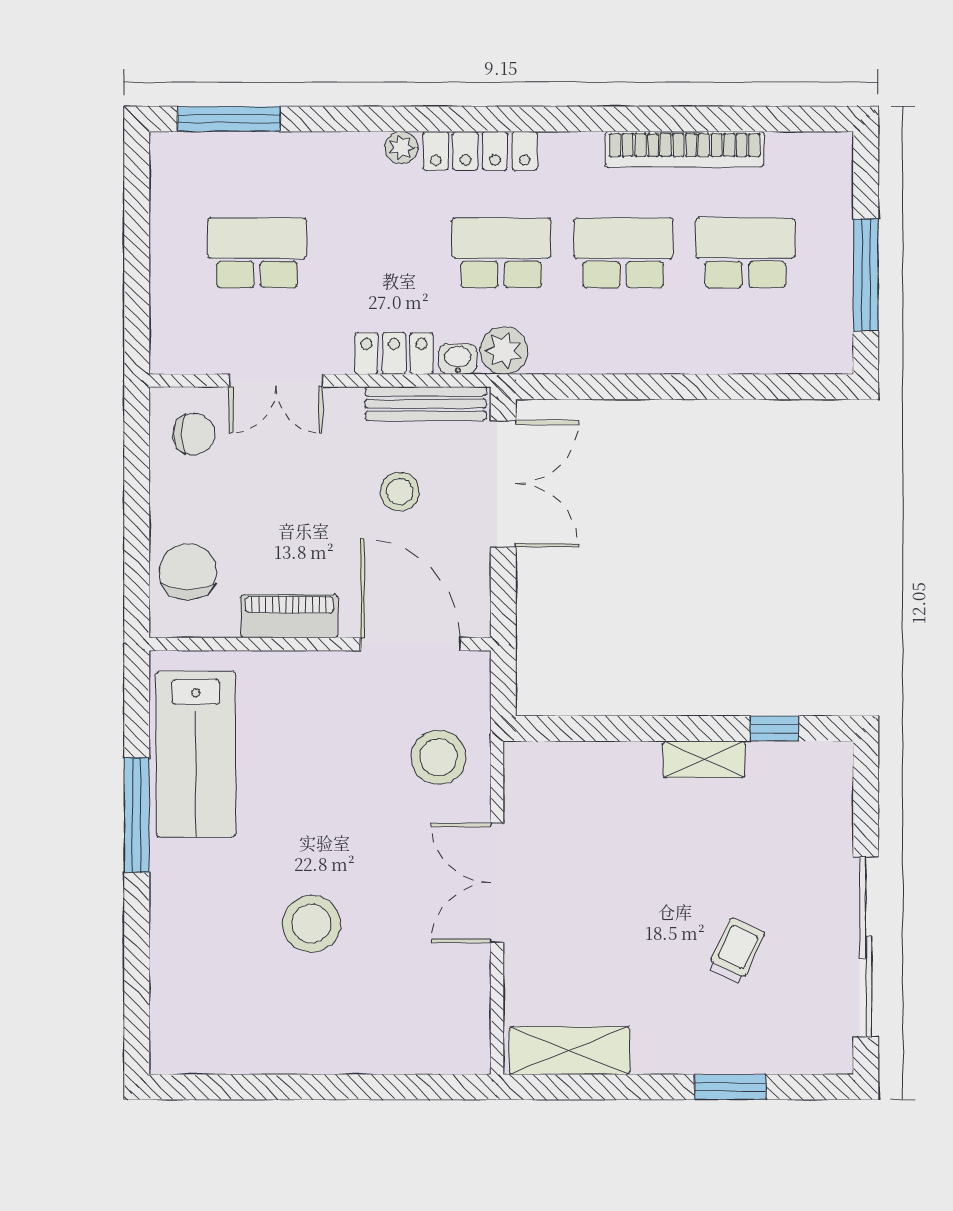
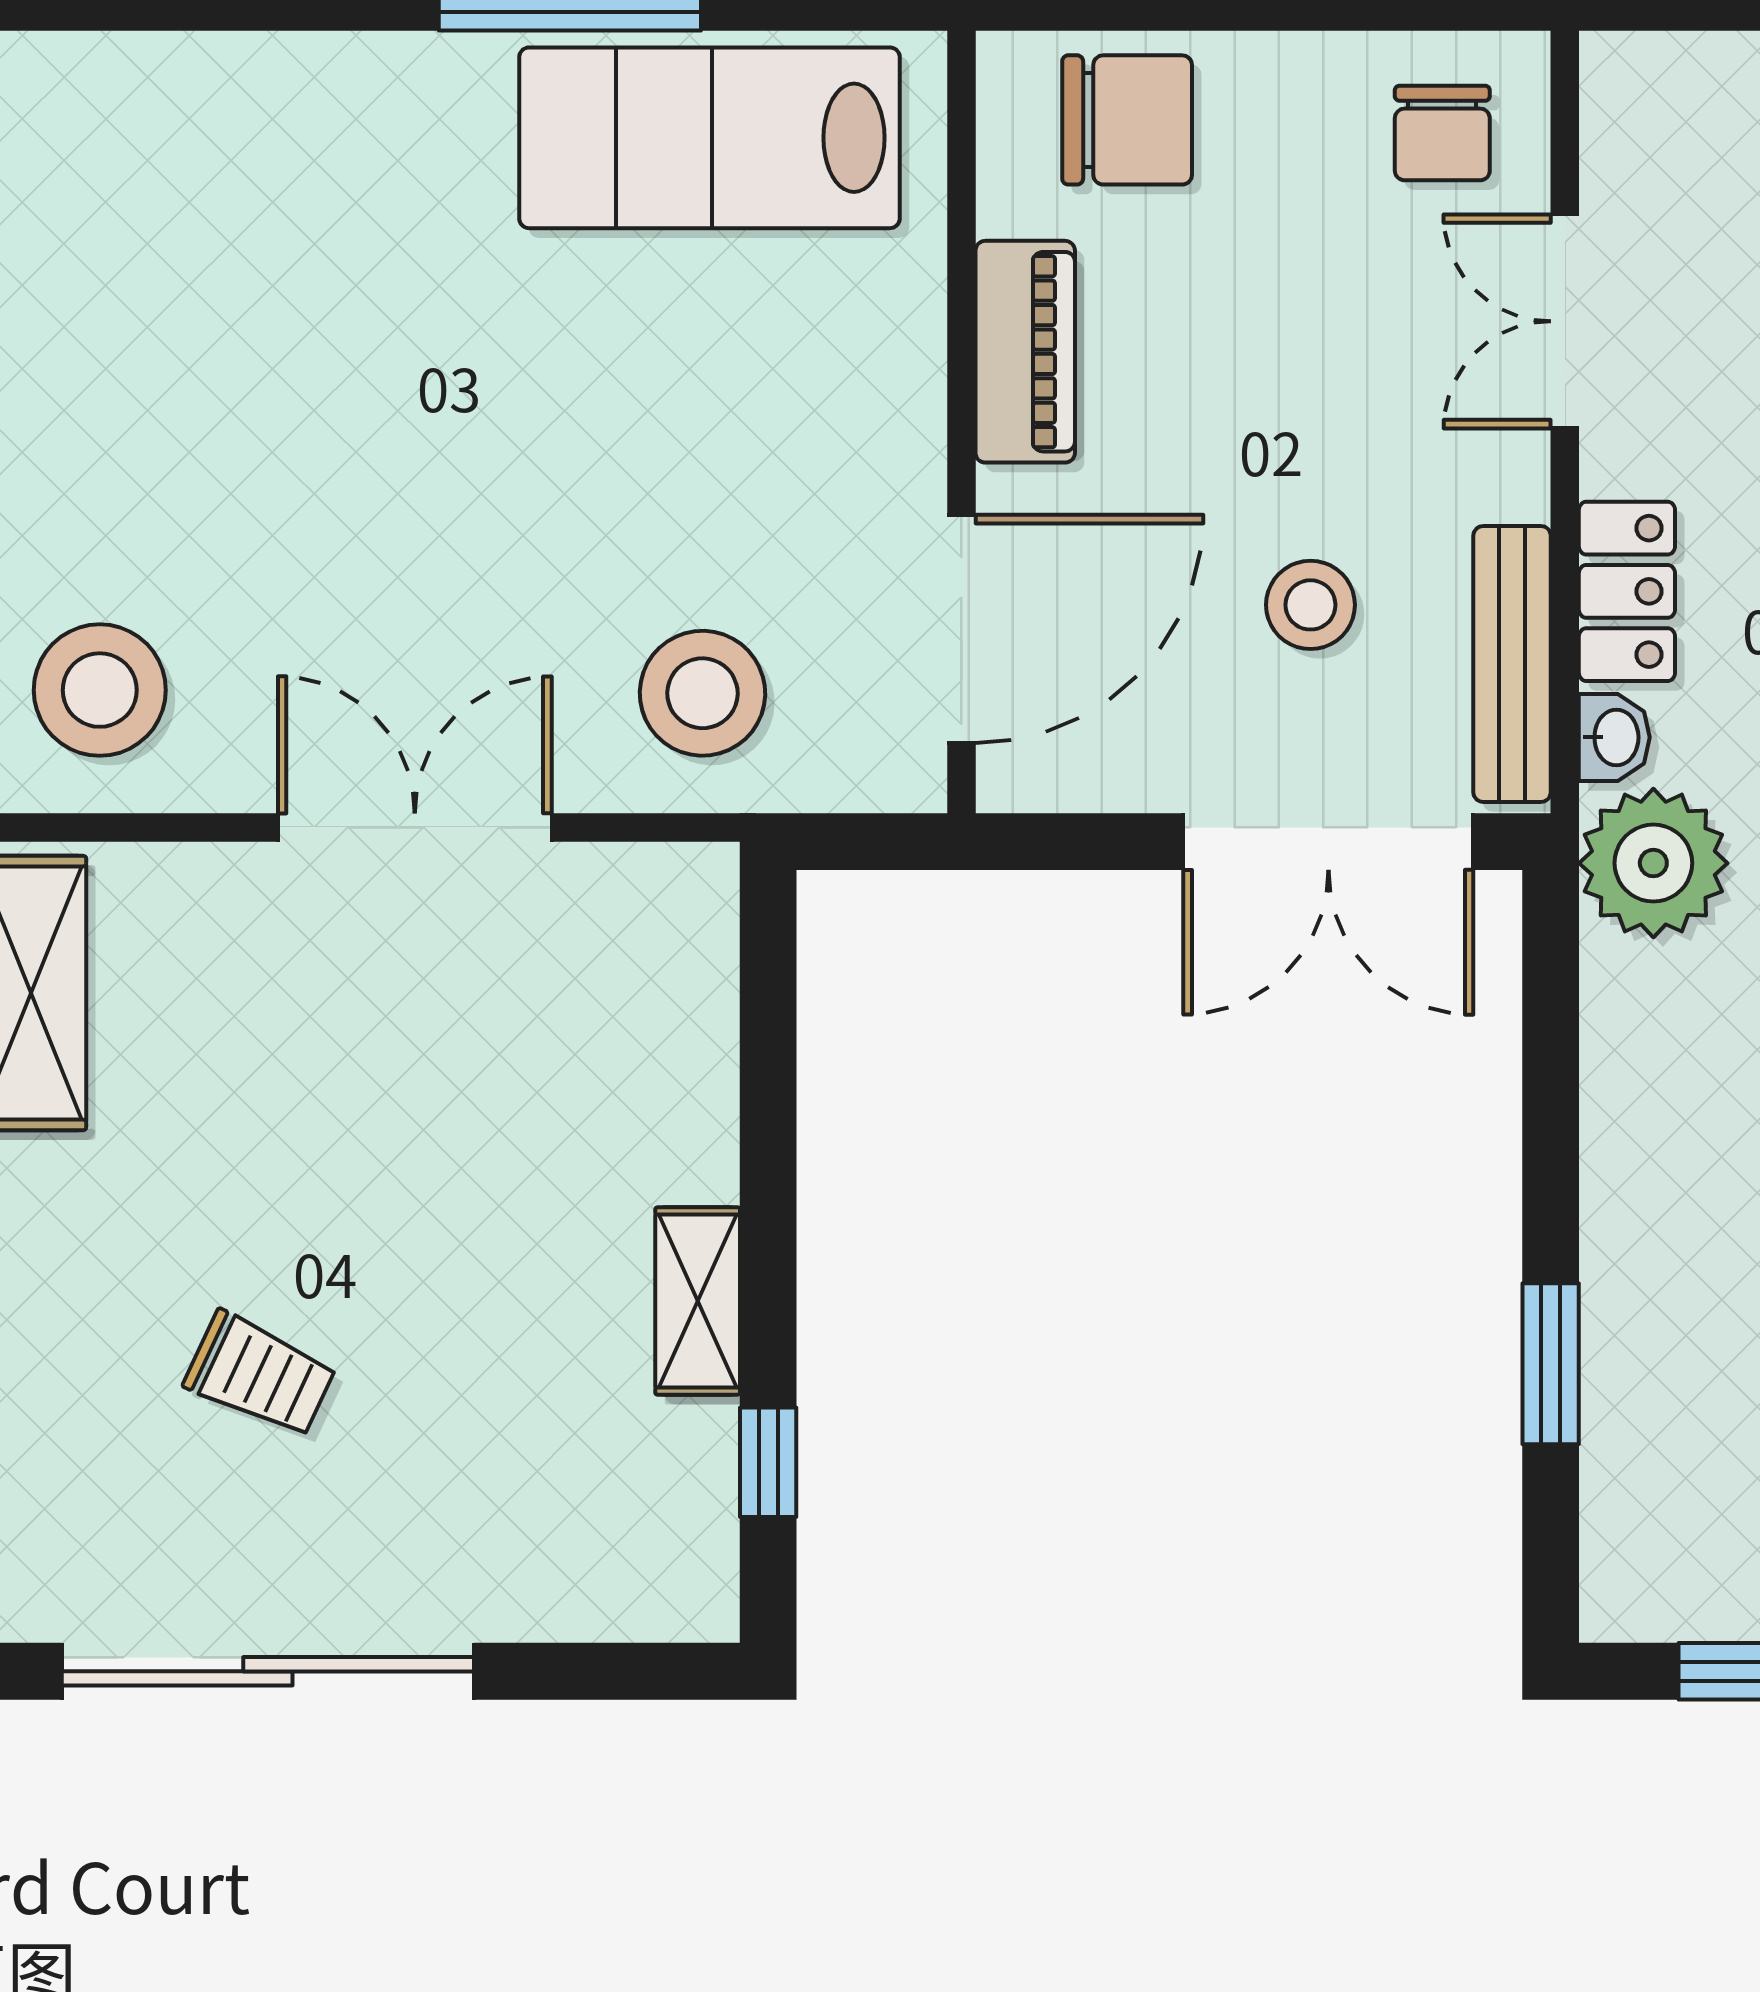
plant: (504, 351) -> (1653, 863), width x1.36, depth x1.36
window: (731, 387) -> (1551, 1364), added
stool: (311, 924) -> (100, 690), moved

